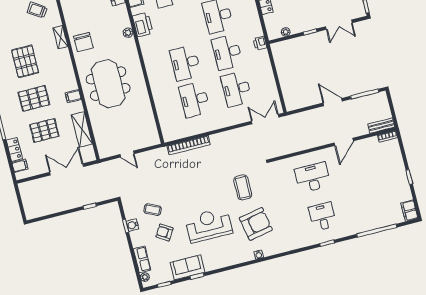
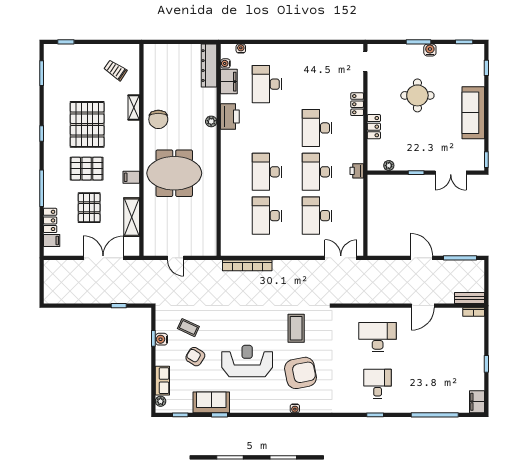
pallet: (25, 61) -> (87, 124), width x1.37, depth x1.41
meeting table: (108, 84) -> (174, 173), turned 90
pallet: (44, 130) -> (89, 208), turned 90

